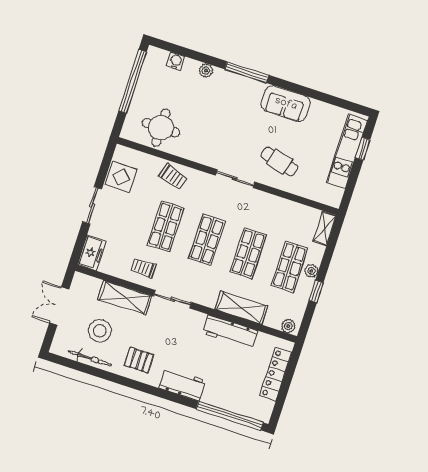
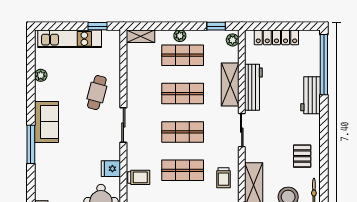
plant: (206, 71) -> (41, 75), moved
sofa: (286, 104) -> (46, 122), moved
window: (363, 149) -> (97, 26), moved
fridge: (193, 150) -> (111, 169), added
trolley: (173, 177) -> (139, 177), turned 73
window: (316, 291) -> (216, 26), moved
sliding door: (172, 299) -> (242, 130), moved
workbench: (182, 384) -> (311, 95), moved

